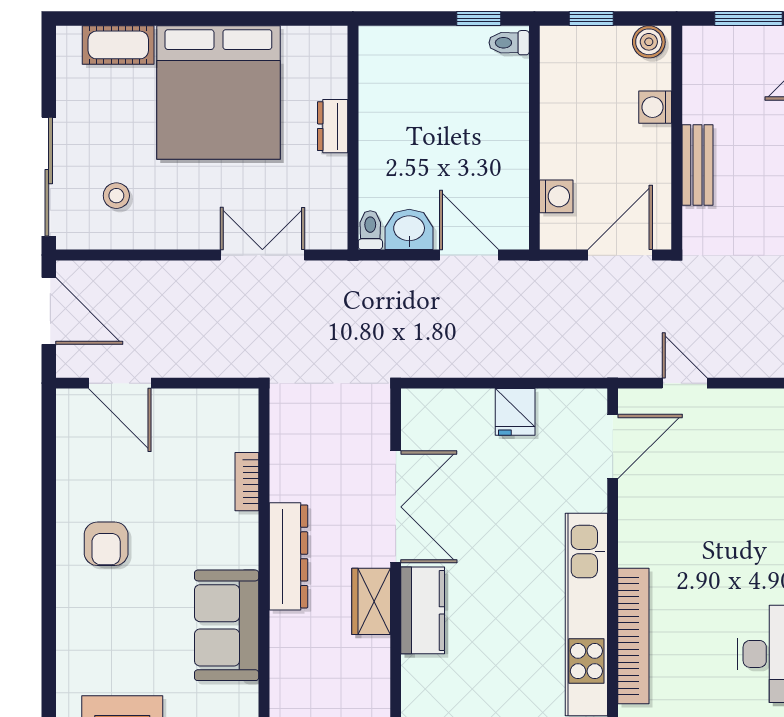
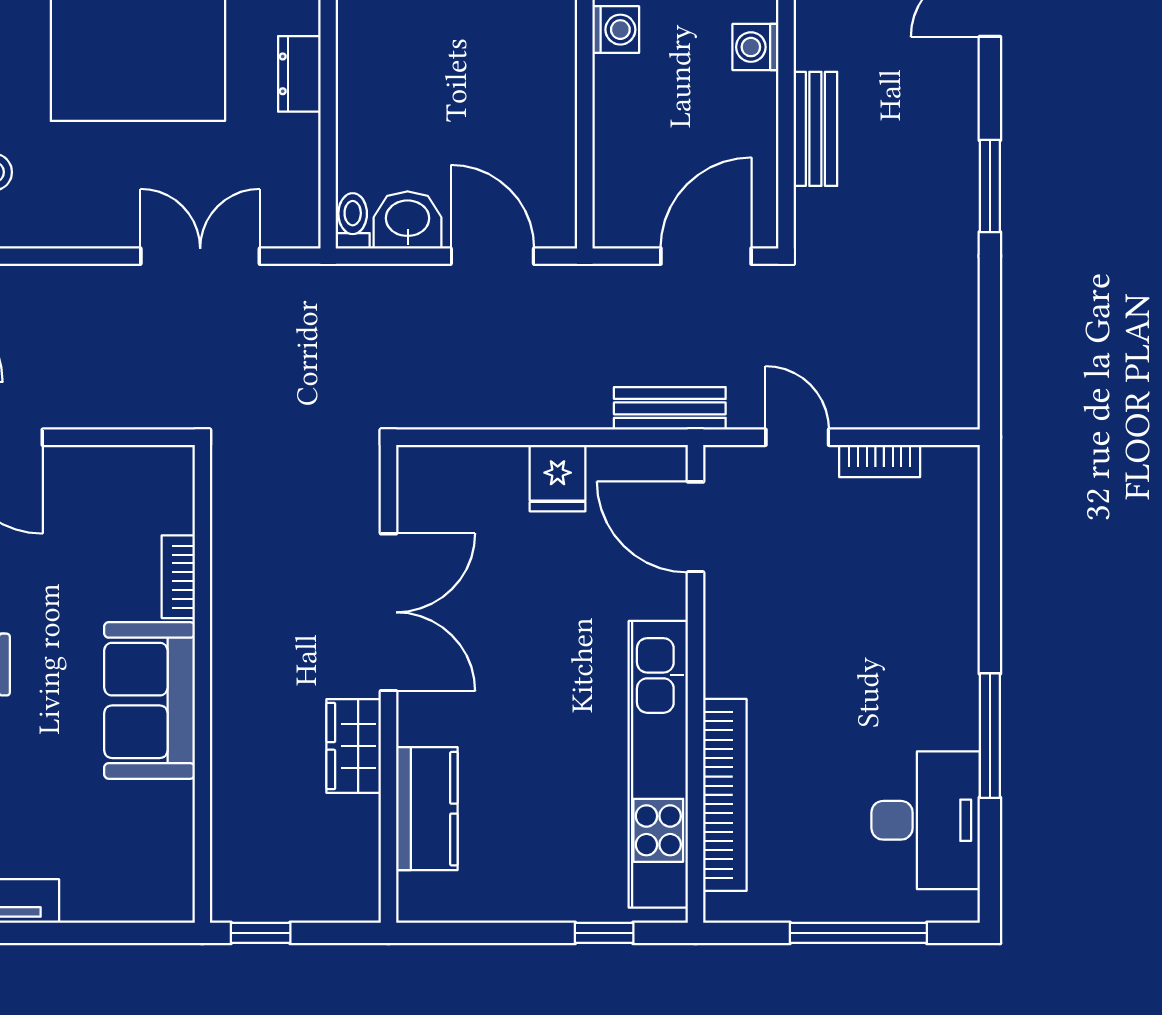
washing machine: (556, 196) -> (616, 30), moved
bench: (595, 363) -> (670, 408), added
bookcase: (743, 400) -> (880, 461), added
door: (613, 447) -> (695, 527), swing flipped
dresser: (288, 556) -> (237, 682), removed
kitchen counter: (423, 610) -> (427, 809), moved
sofa: (227, 625) -> (149, 700), moved

